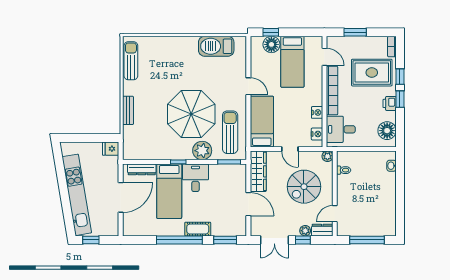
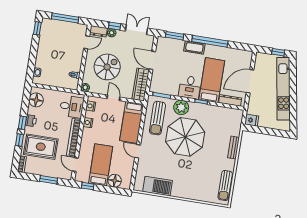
window: (271, 32) -> (88, 186), moved
window: (400, 221) -> (37, 28), added

